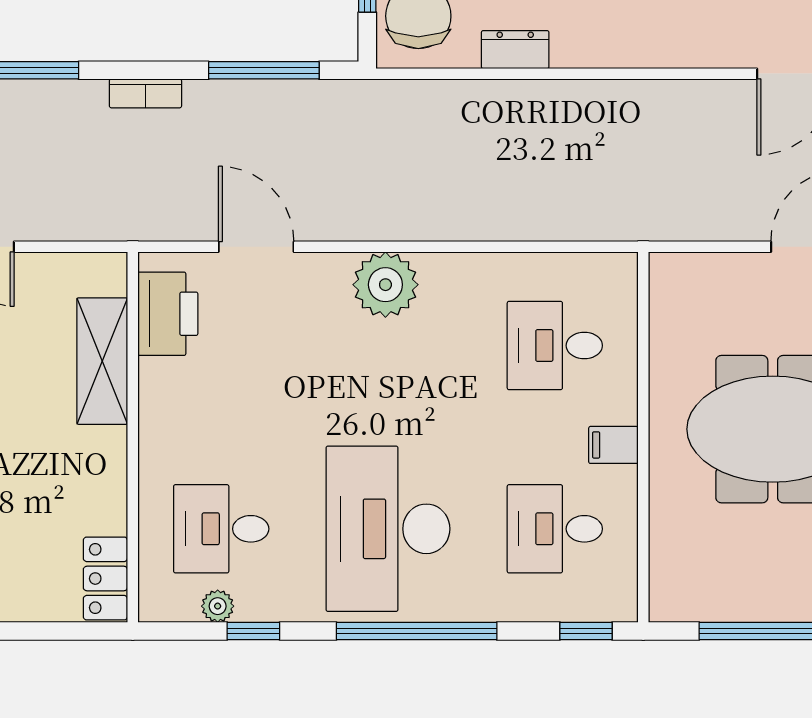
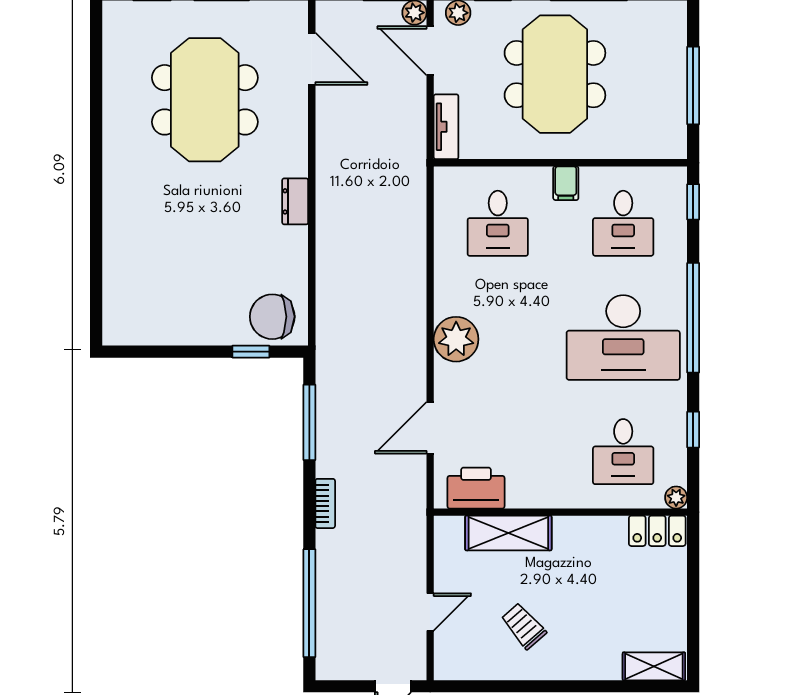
dresser: (515, 50) -> (295, 201), moved
tv unit: (696, 270) -> (446, 127), added
plant: (218, 606) -> (676, 497), moved

